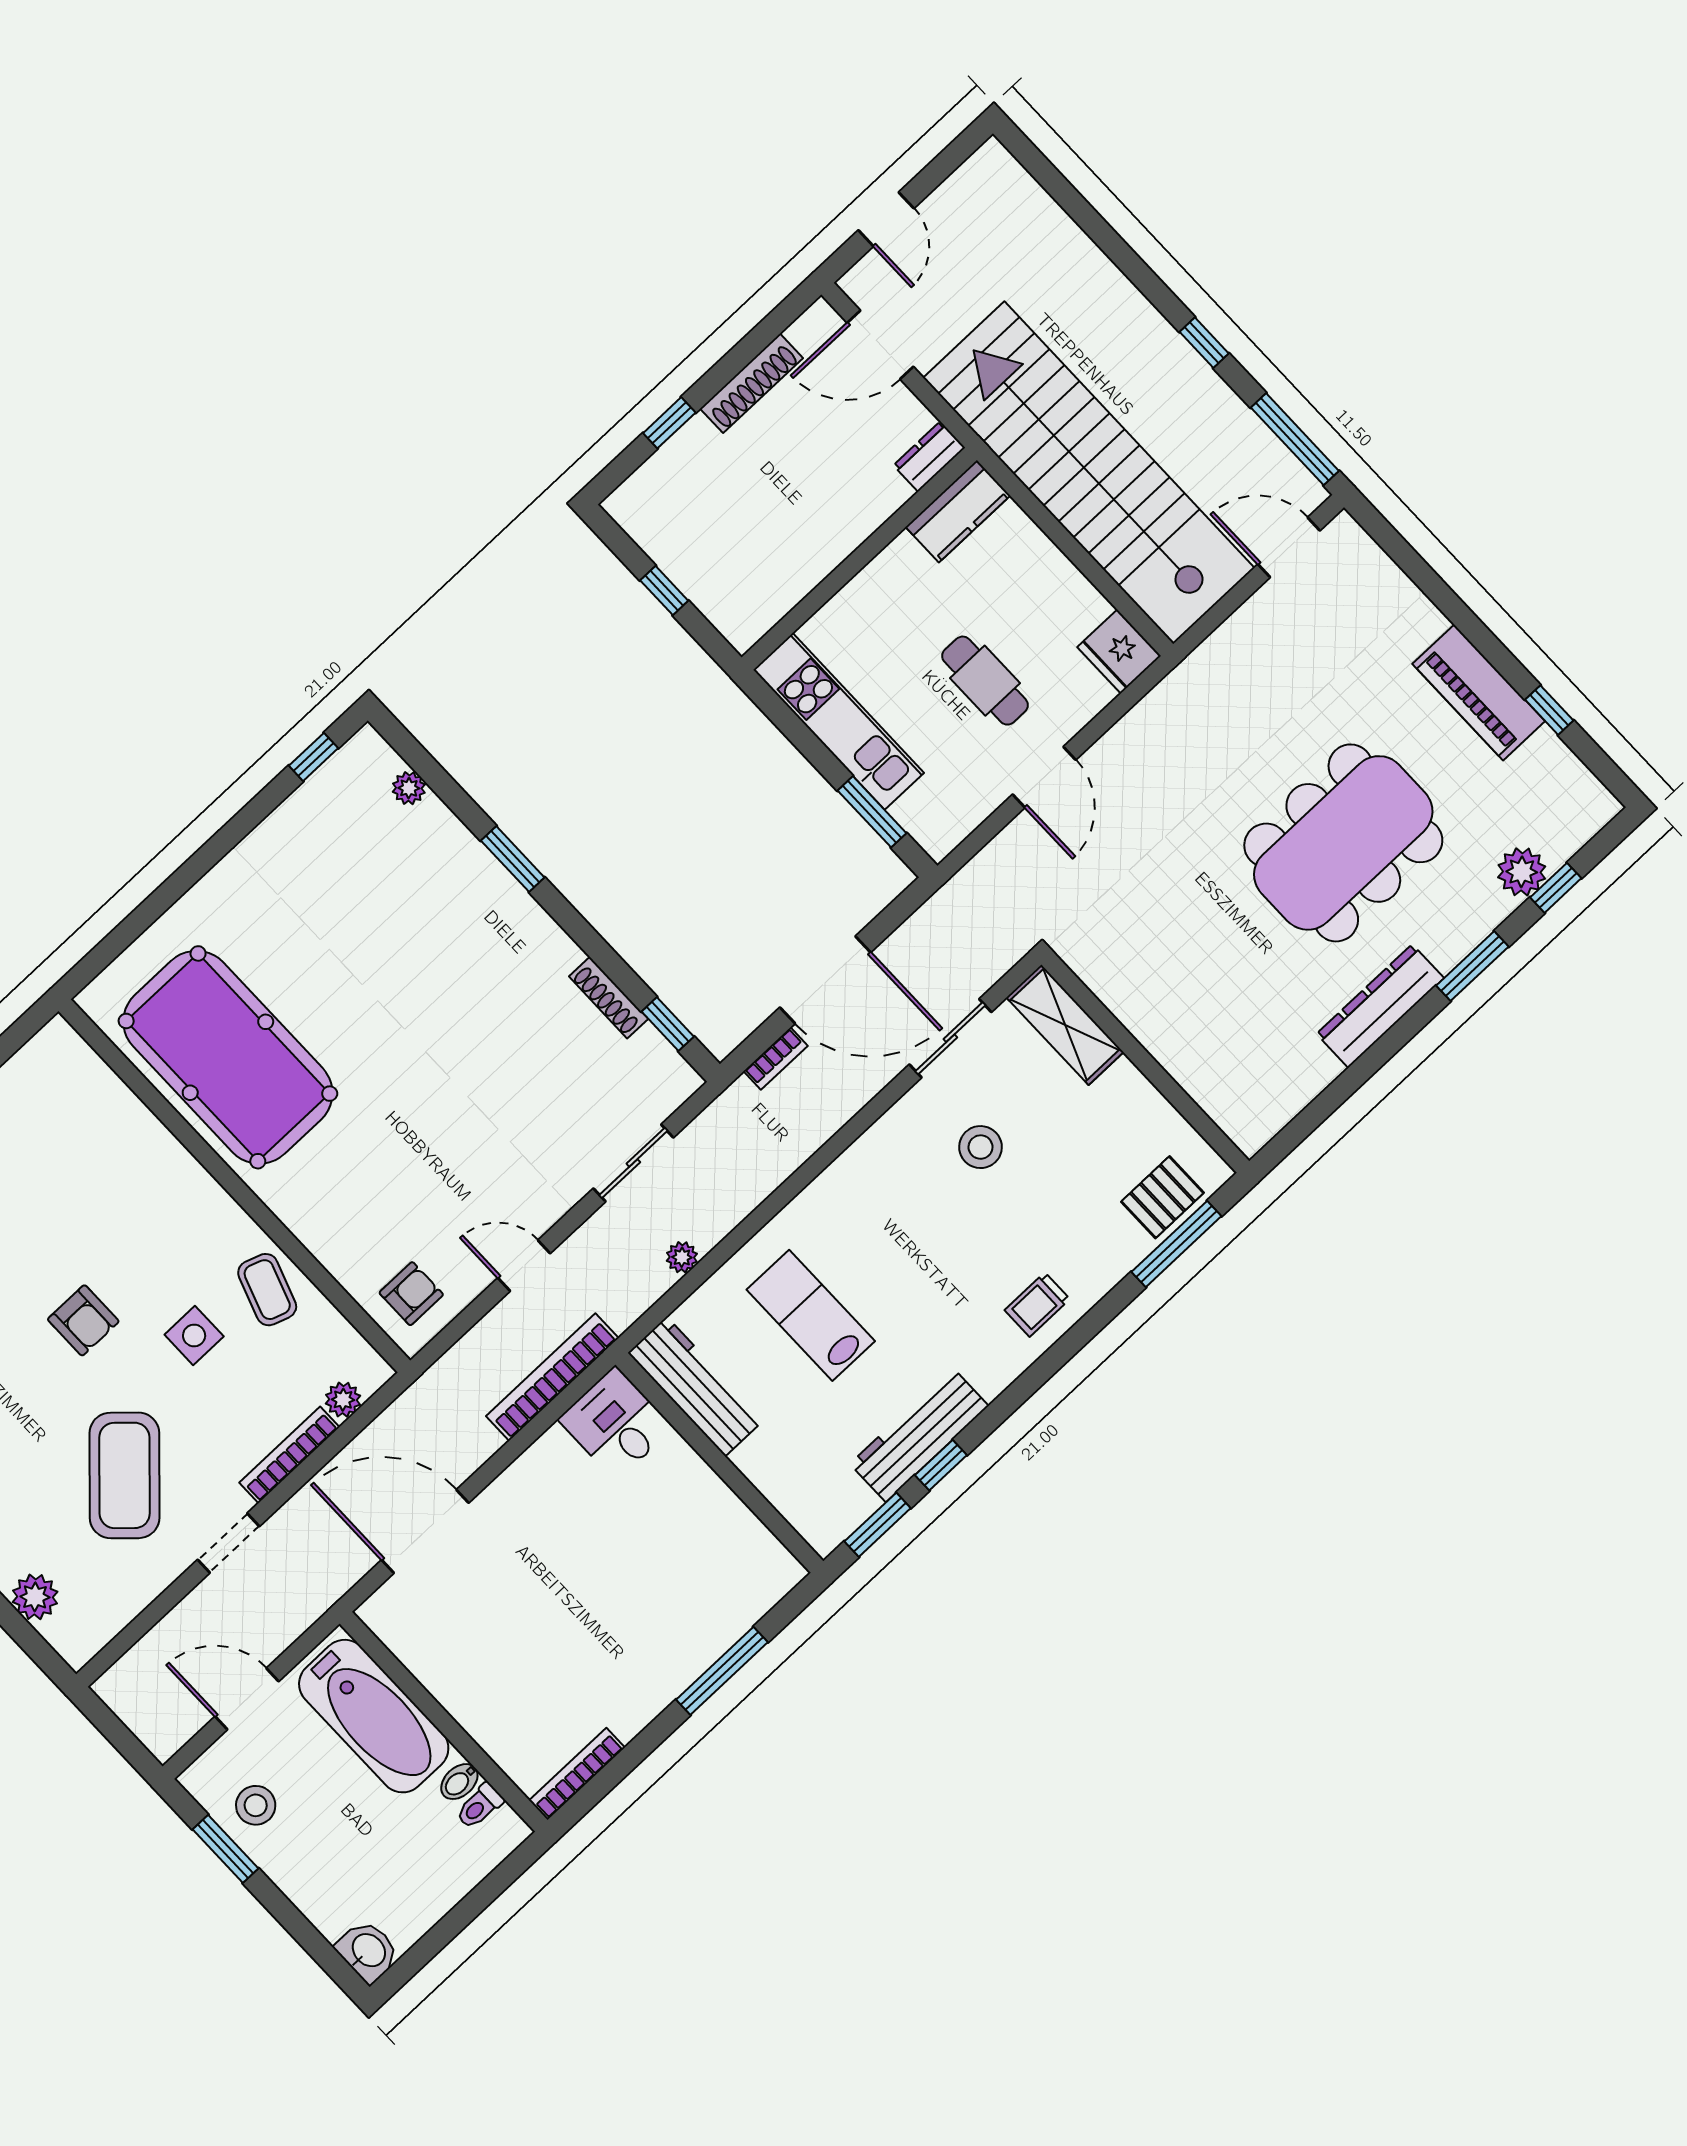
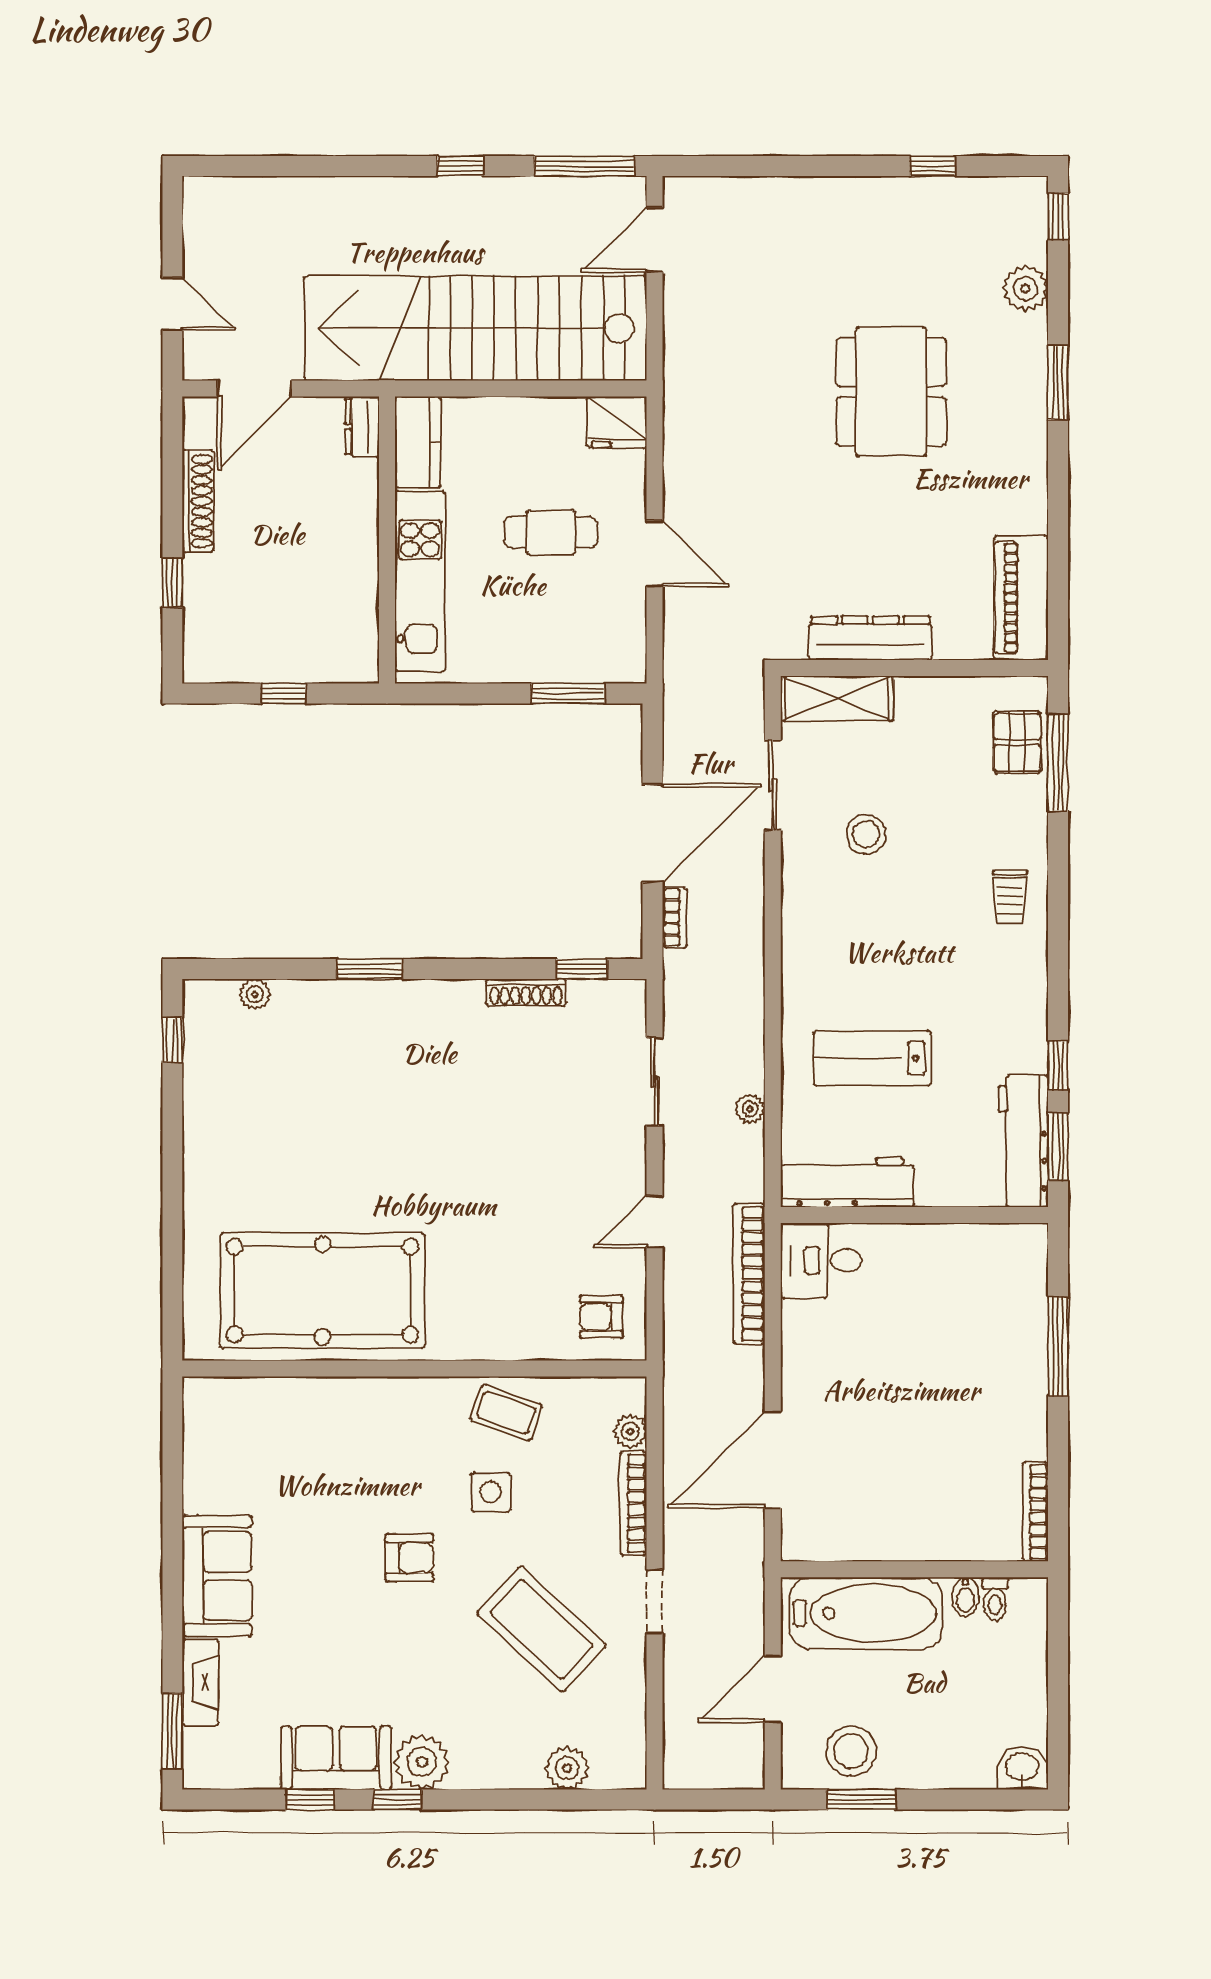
piano: (1479, 692) -> (1021, 598), moved, turned 90
kitchen unit: (839, 721) -> (420, 581), moved, turned 90
dining table: (1343, 843) -> (891, 392), width x0.73, depth x0.80
window: (1556, 888) -> (1058, 216), moved
dresser: (1380, 1006) -> (870, 638), moved, turned 90
armchair: (411, 1294) -> (601, 1317), turned -90
workbench: (919, 1435) -> (1023, 1141), moved
stool: (256, 1805) -> (851, 1751), width x1.38, depth x1.38

